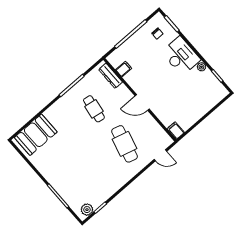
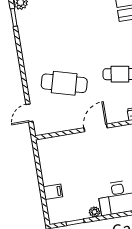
filing cabinet: (176, 131) -> (53, 192), moved

